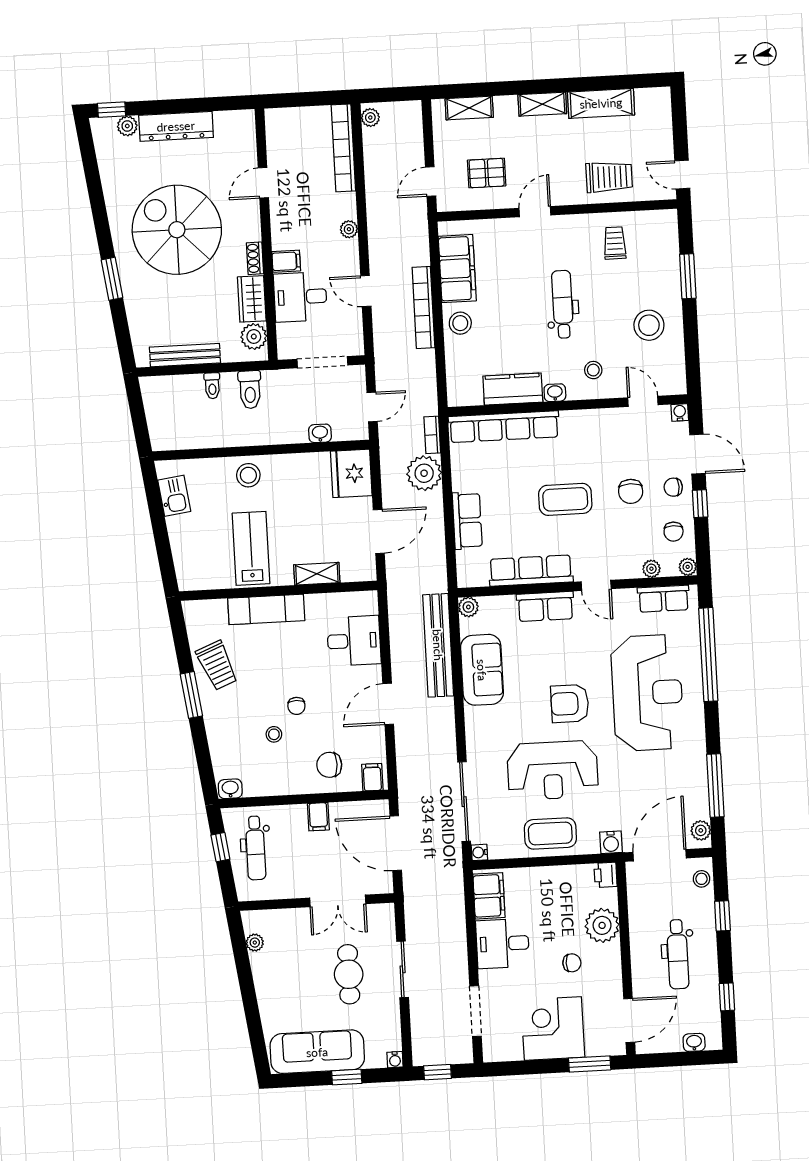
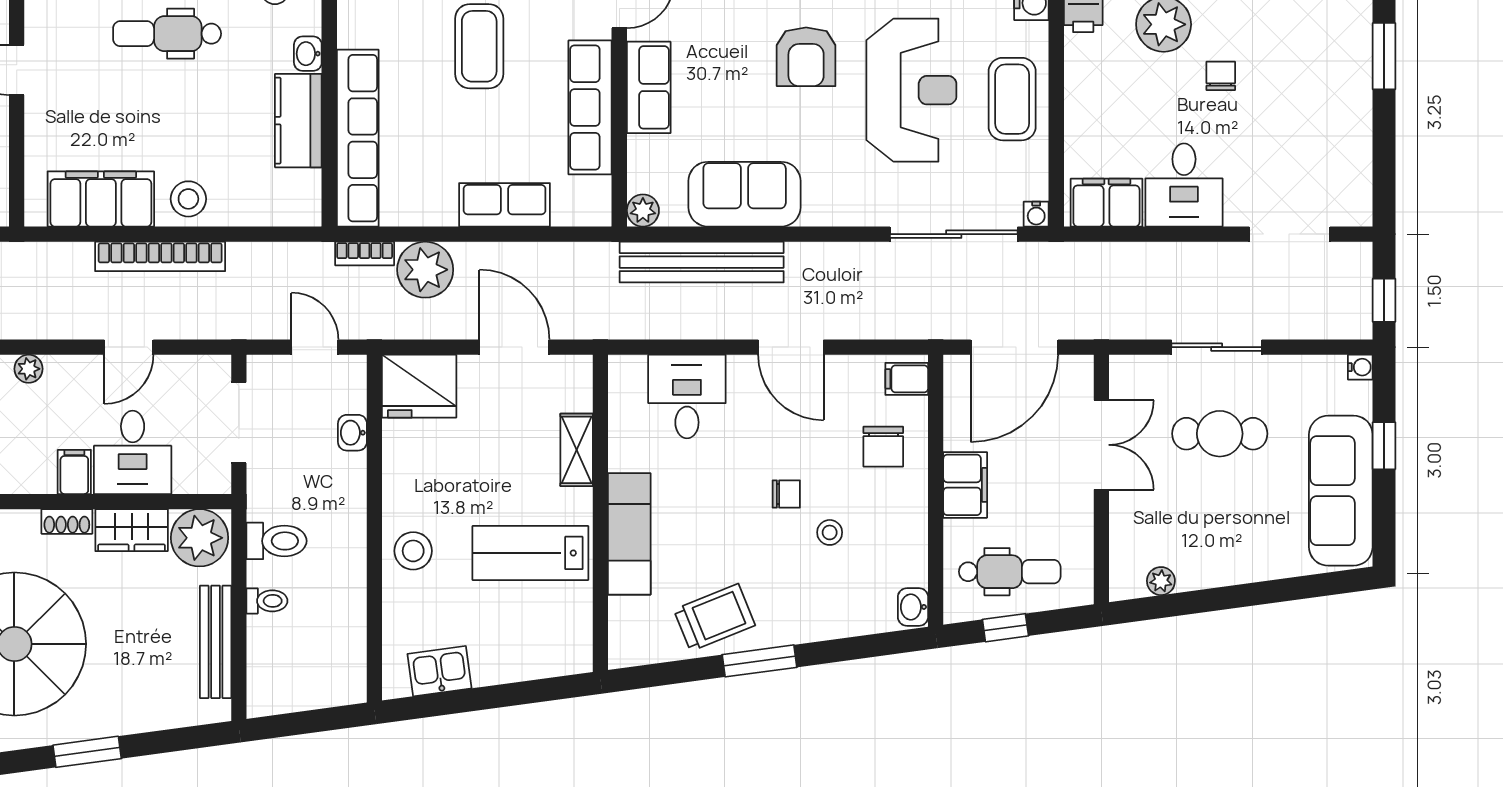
plant: (254, 337) -> (200, 538), width x1.36, depth x1.36
filing cabinet: (318, 817) -> (965, 485), width x2.00
corner desk: (553, 1029) -> (1324, 112), removed

